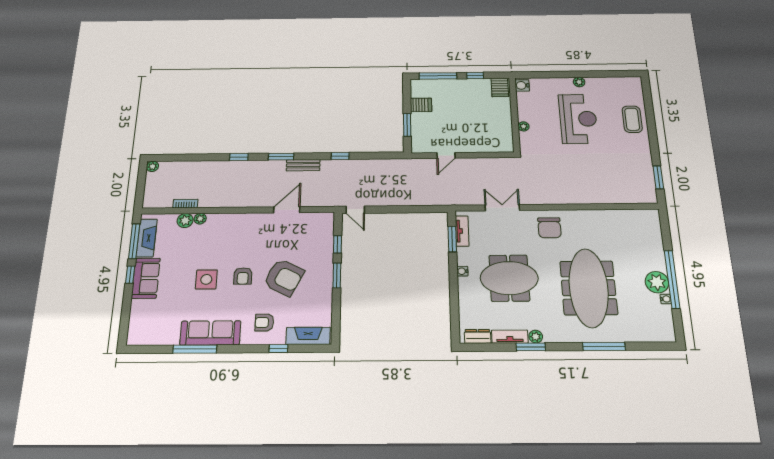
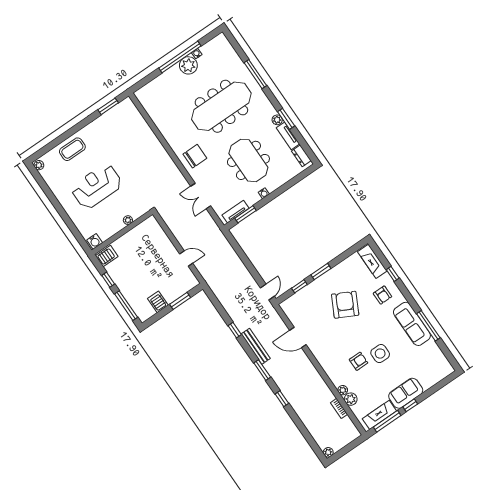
plant: (579, 82) -> (39, 165), moved
bench: (303, 165) -> (256, 346), width x1.36
armchair: (243, 276) -> (358, 361), moved

